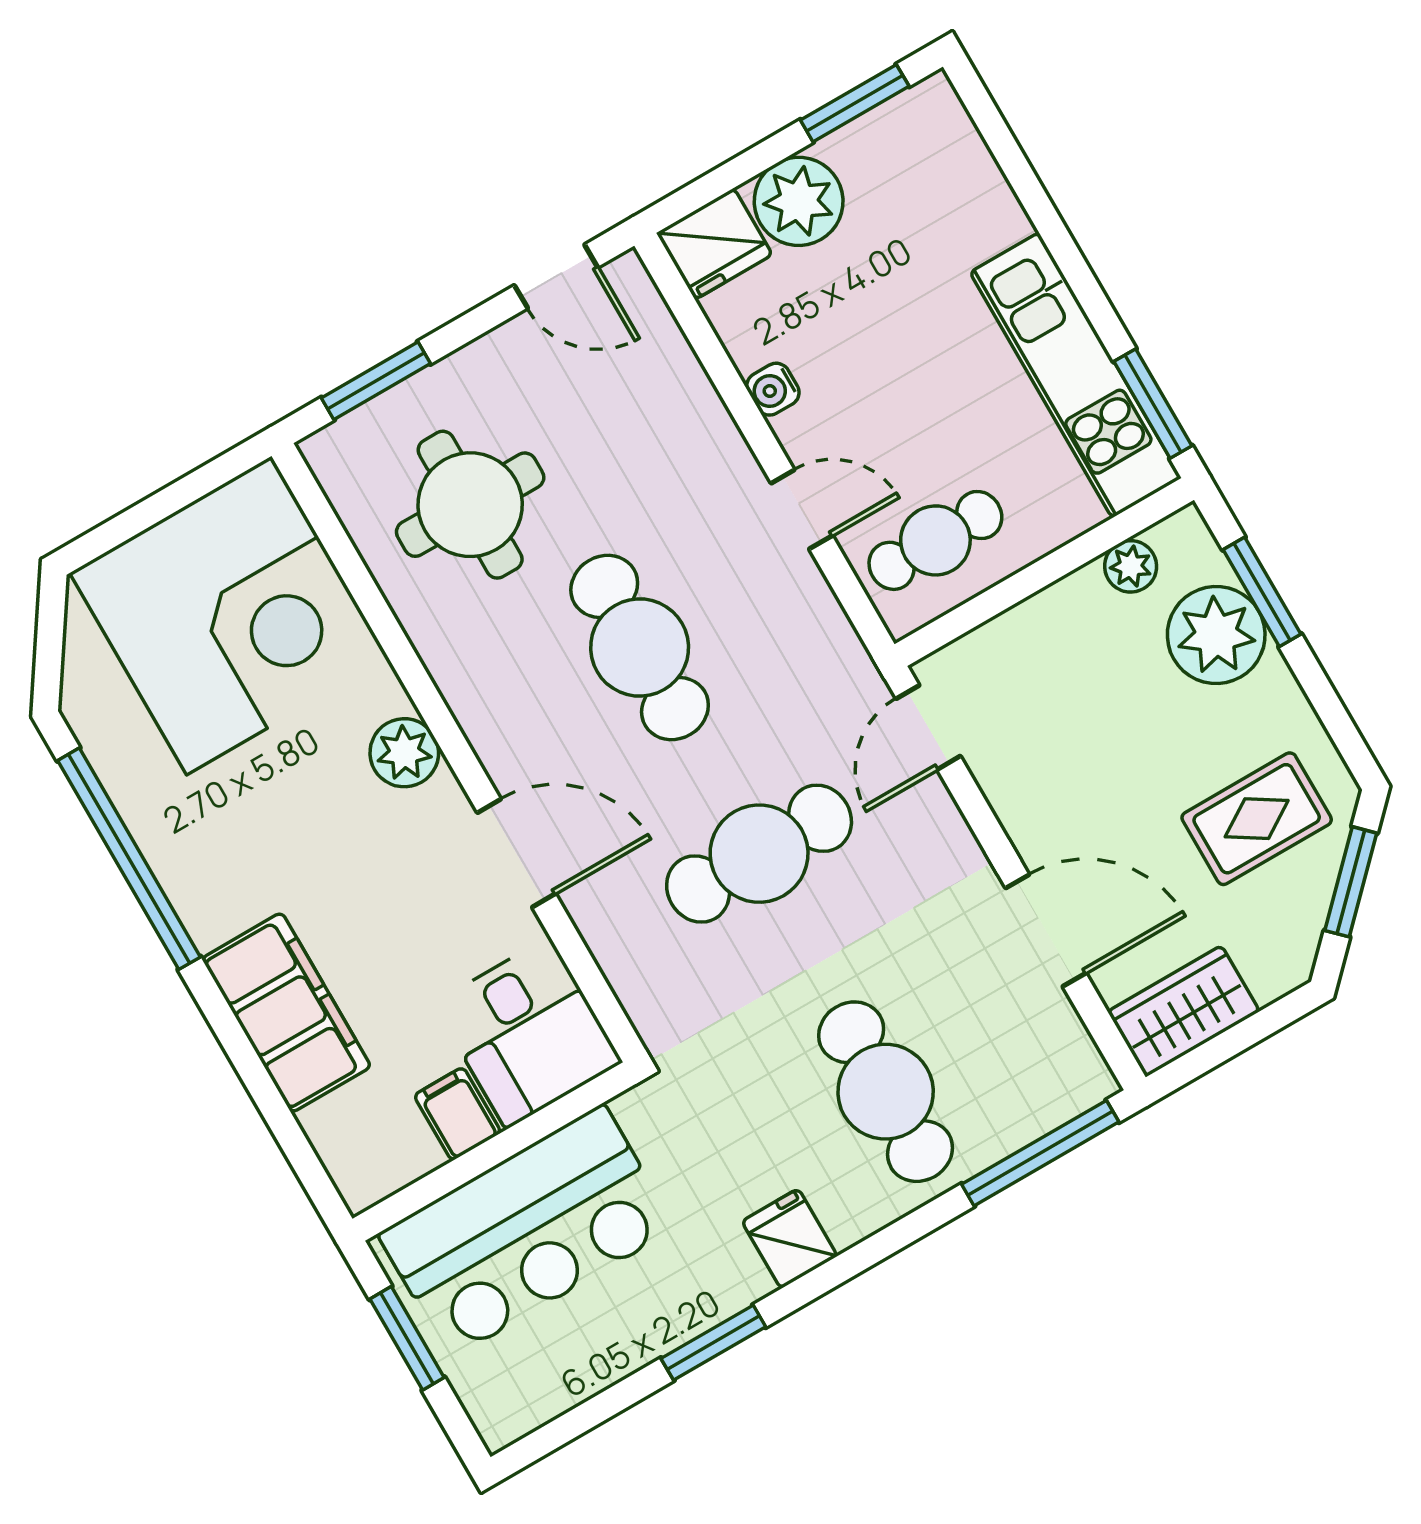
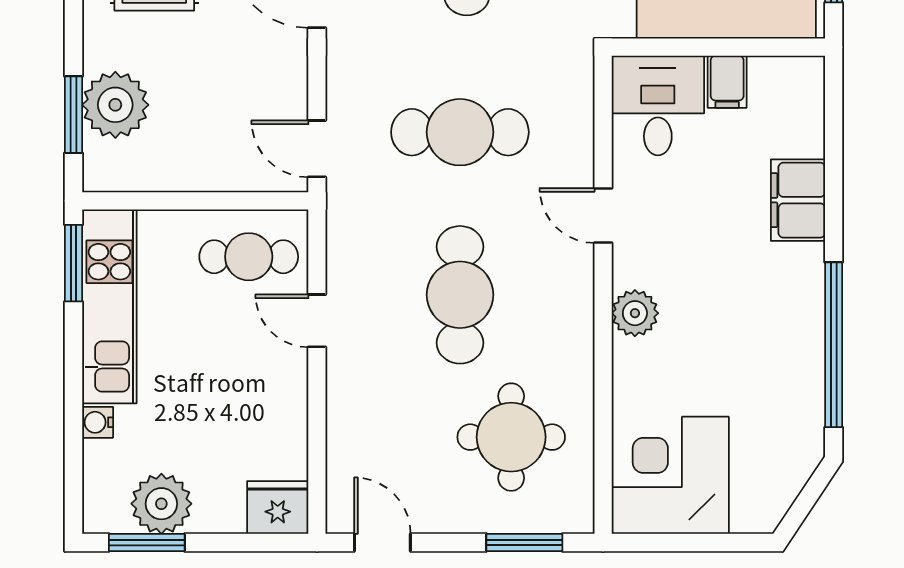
plant: (799, 201) -> (161, 504), moved
water cooler: (773, 389) -> (98, 422), moved, turned 180
plant: (1131, 566) -> (142, 175), removed
corner desk: (229, 615) -> (670, 475), width x0.74, depth x0.74
door: (928, 727) -> (317, 149), swing flipped
door: (516, 853) -> (603, 215), width x0.73
filing cabinet: (286, 1013) -> (798, 200), width x0.67, depth x0.86

